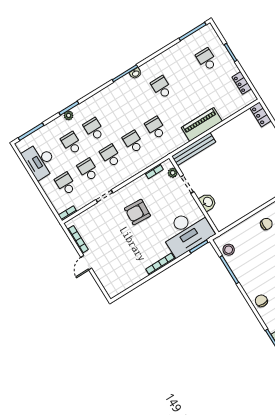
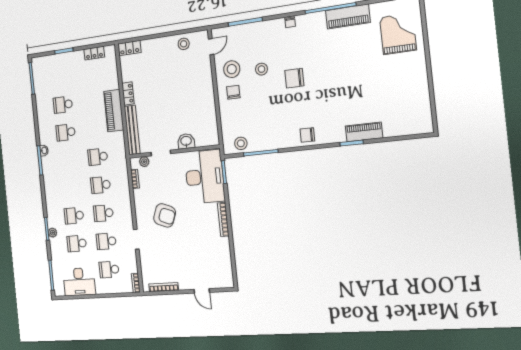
school desk: (207, 59) -> (63, 105), moved
locker: (222, 131) -> (128, 94), added
armchair: (137, 212) -> (165, 215), turned -71
door: (86, 263) -> (202, 291), moved

